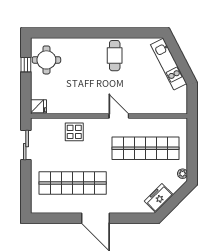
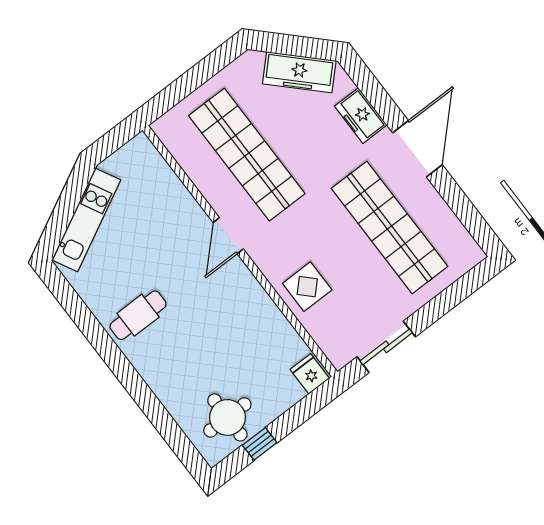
plant: (183, 174) -> (242, 66), removed
freezer: (159, 198) -> (299, 72), width x1.40
freezer: (126, 206) -> (361, 116), added

